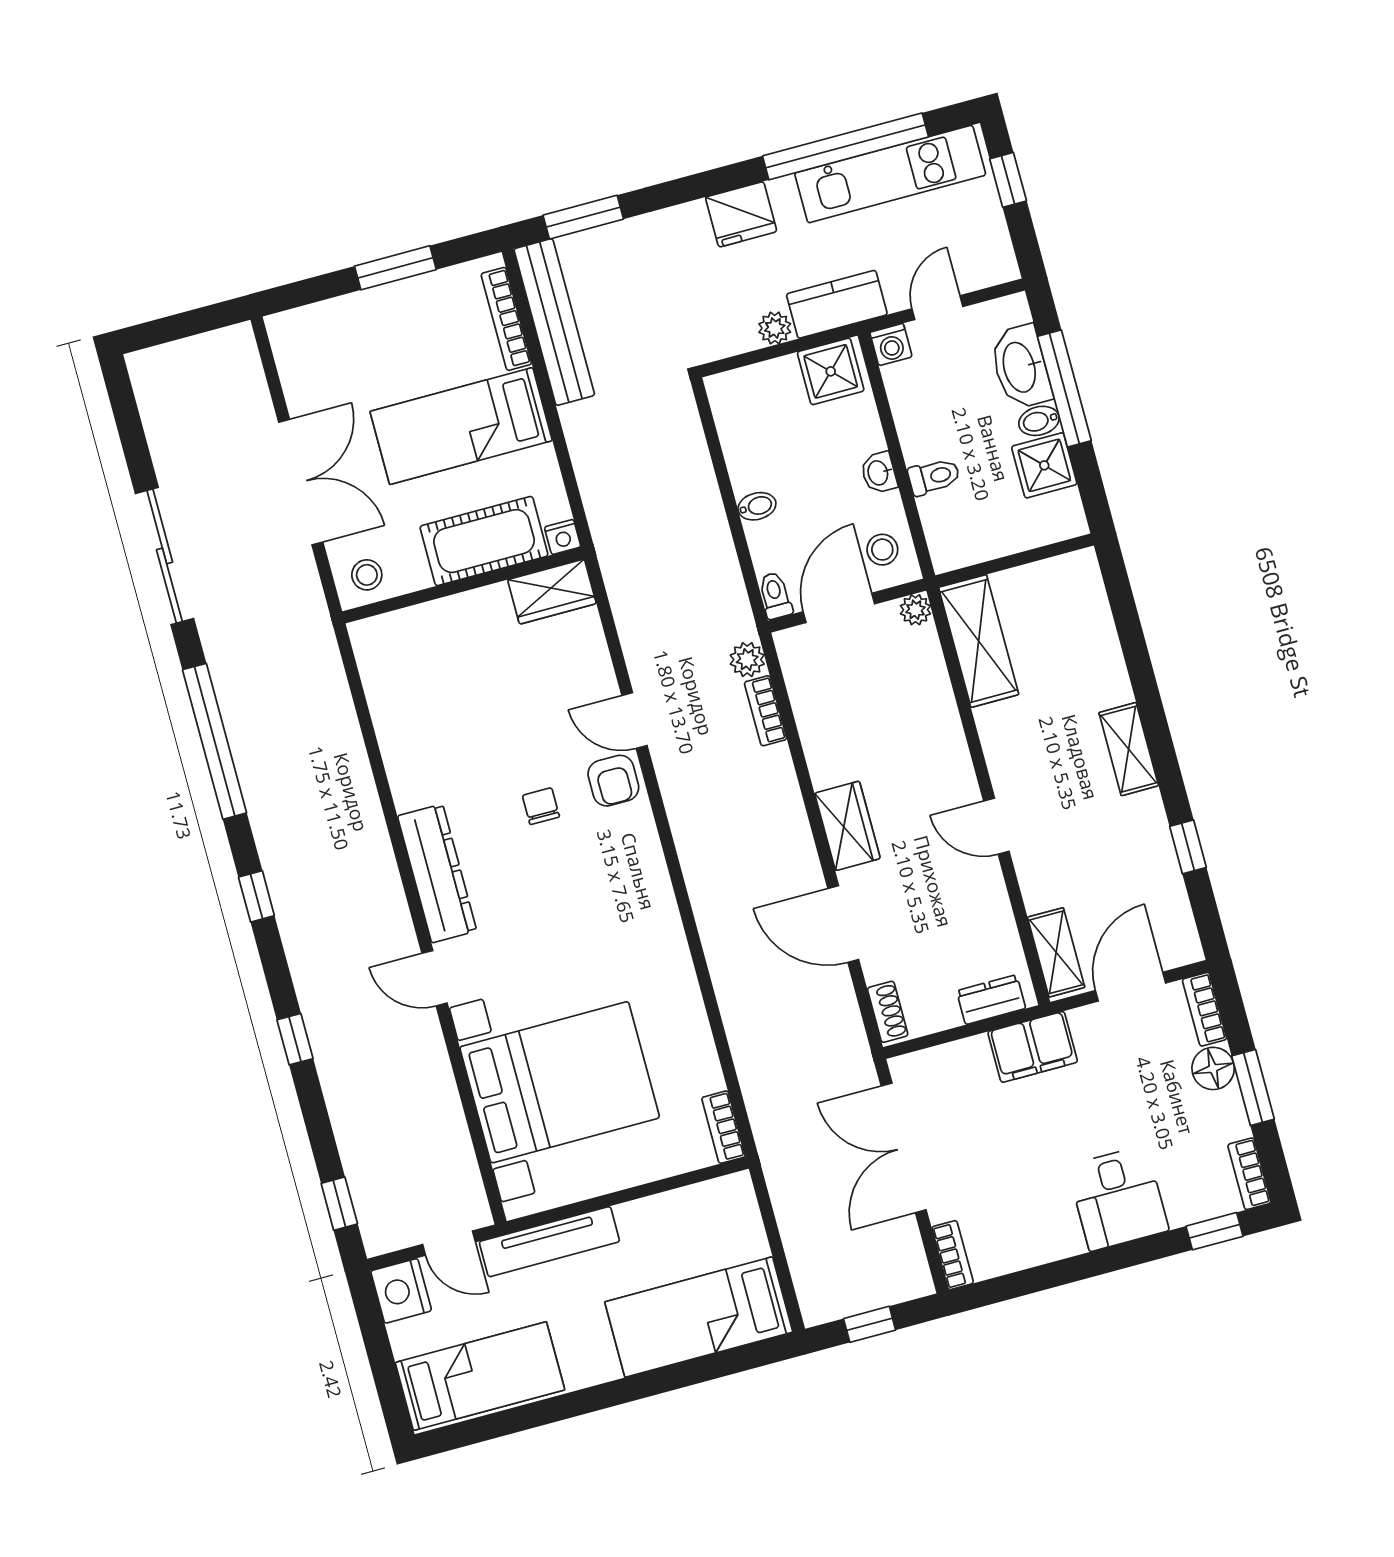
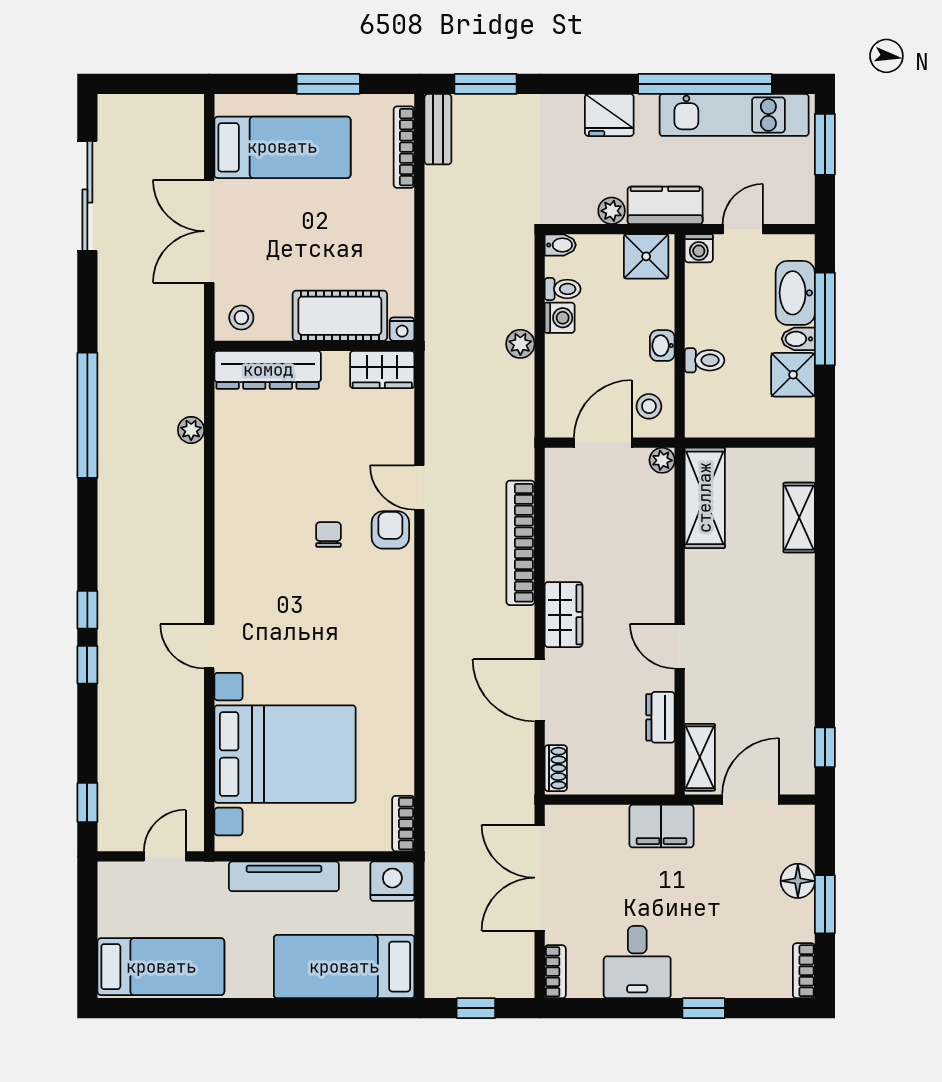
window: (1008, 180) -> (825, 144), width x1.50
bench: (554, 322) -> (438, 129), width x0.54, depth x0.82
bed: (461, 426) -> (282, 147), moved, turned 180
washing machine: (747, 473) -> (560, 318), added
double door: (301, 482) -> (209, 231), swing flipped
bidet: (757, 506) -> (560, 245), moved
sliding door: (165, 556) -> (87, 196), moved
toilet: (775, 596) -> (563, 289), moved, turned 90
plant: (747, 660) -> (520, 344), moved
bookcase: (766, 711) -> (520, 543), width x2.31, depth x1.31
plant: (343, 725) -> (191, 430), added
shelving: (1129, 749) -> (799, 518), moved
armchair: (613, 781) -> (390, 530), turned 180
window: (1188, 847) -> (825, 747), moved
dresser: (437, 873) -> (268, 370), moved, turned 90
window: (256, 896) -> (87, 610), moved
dresser: (991, 1000) -> (660, 717), moved, turned -90
bookcase: (1205, 1009) -> (804, 833), removed
desk: (1118, 1198) -> (637, 962), moved
window: (1215, 1231) -> (704, 1008), moved
tv unit: (549, 1242) -> (284, 876), moved
door: (449, 1243) -> (165, 856), swing flipped
nightstand: (401, 1291) -> (392, 881), moved, turned 90

